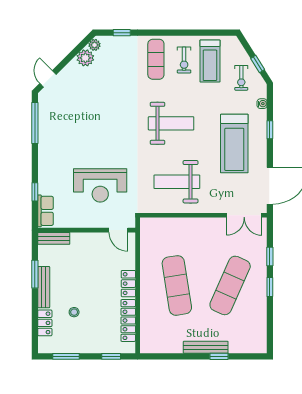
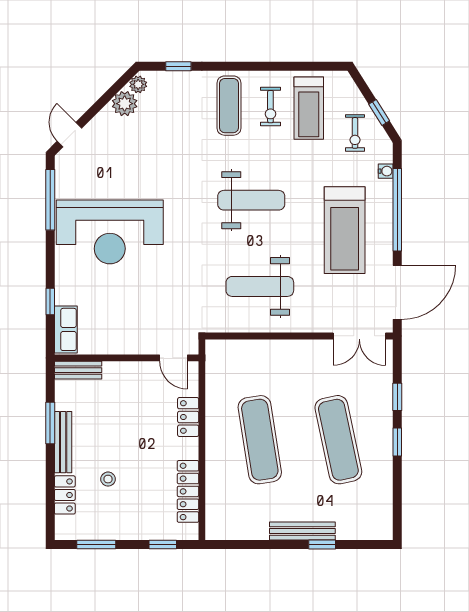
window: (270, 130) -> (397, 210), width x3.17
reception desk: (100, 185) -> (110, 232), moved, width x1.36, depth x1.30
locker: (128, 284) -> (188, 417), moved
exercise mat: (230, 285) -> (338, 440), turned -36

